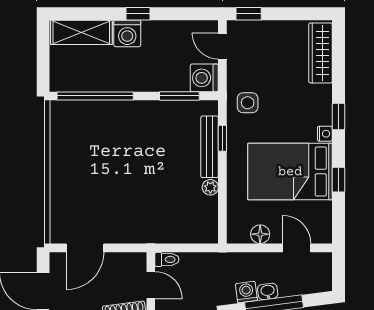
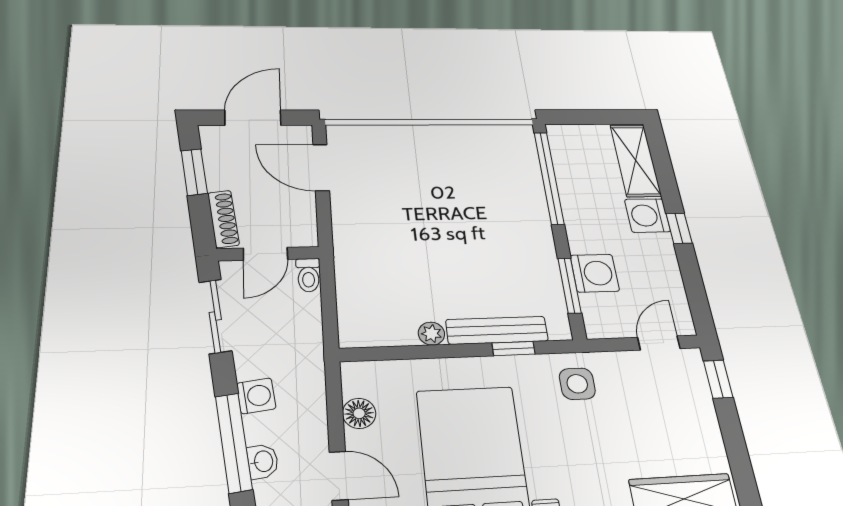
washing machine: (204, 78) -> (595, 273), moved, turned 90
door: (297, 248) -> (339, 476), hinge flipped
washbasin: (268, 291) -> (263, 461), moved

